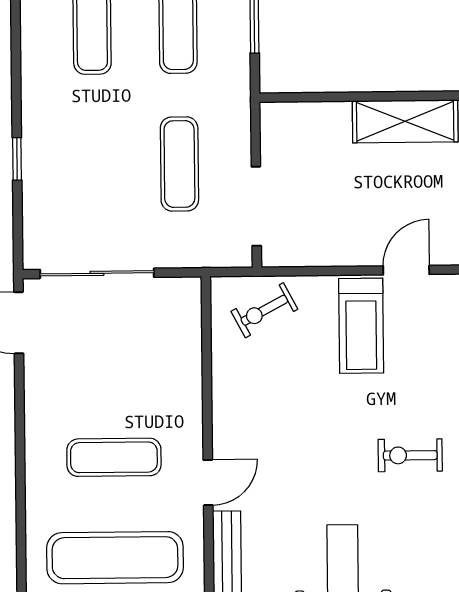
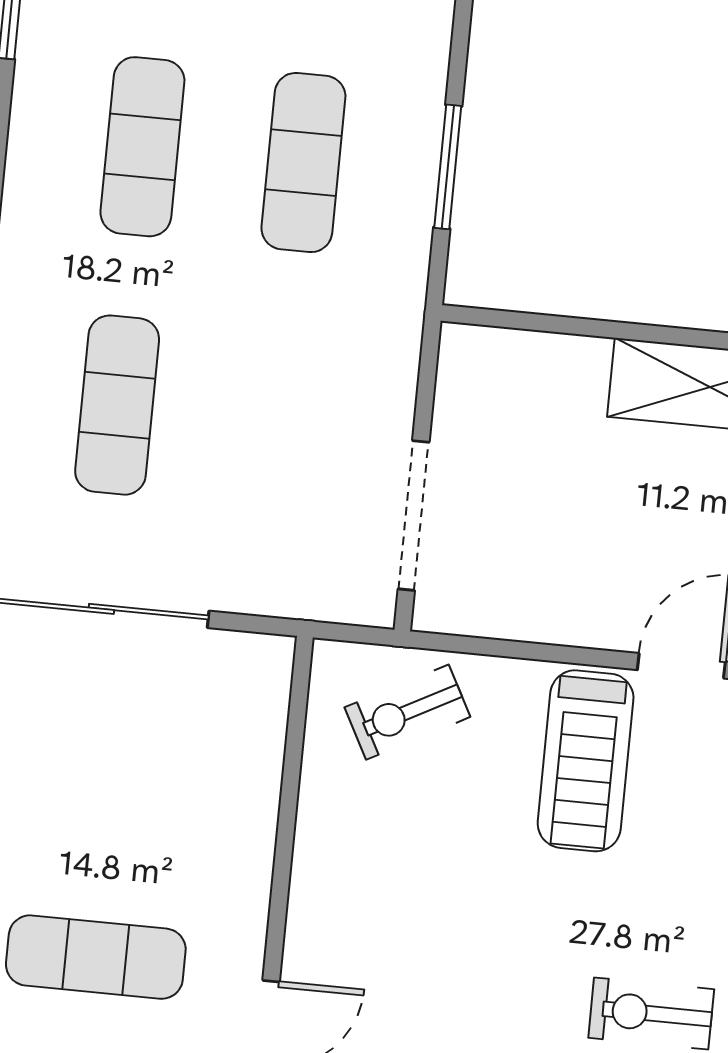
exercise mat: (179, 164) -> (117, 405), moved

